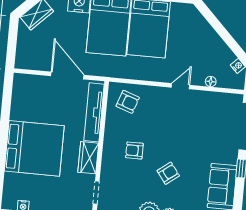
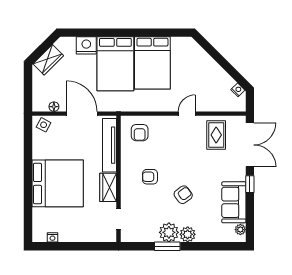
floor lamp: (211, 82) -> (54, 107), moved
side table: (25, 84) -> (44, 125), added
armchair: (128, 102) -> (140, 133), turned 71
rug: (210, 112) -> (216, 135), added

